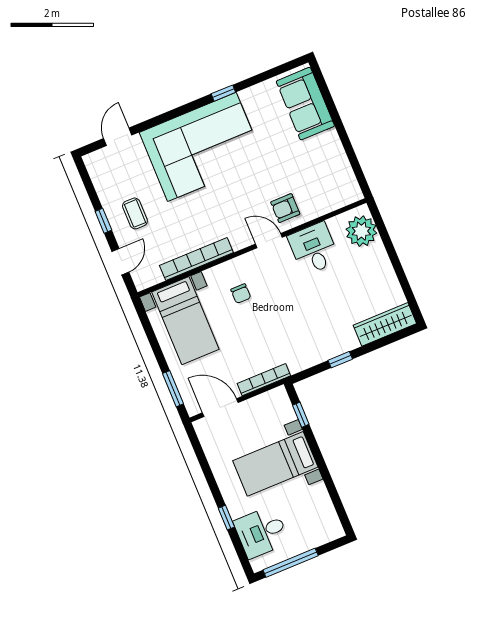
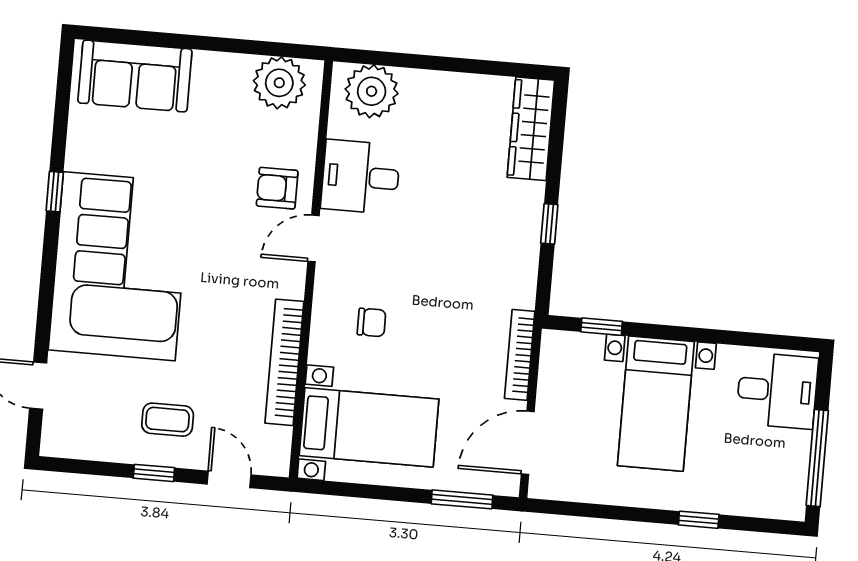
plant: (341, 181) -> (279, 83), added
armchair: (285, 208) -> (277, 188), turned 90
desk: (261, 532) -> (777, 391), moved, turned -90

